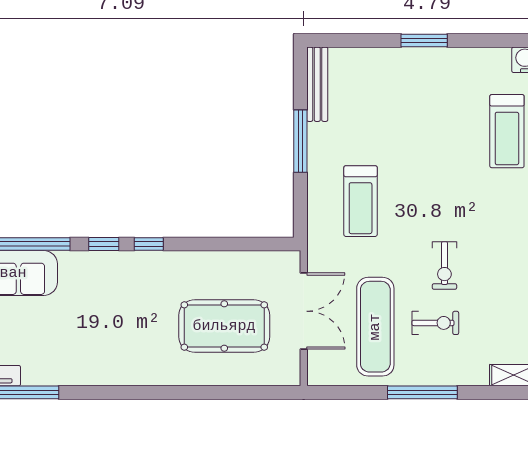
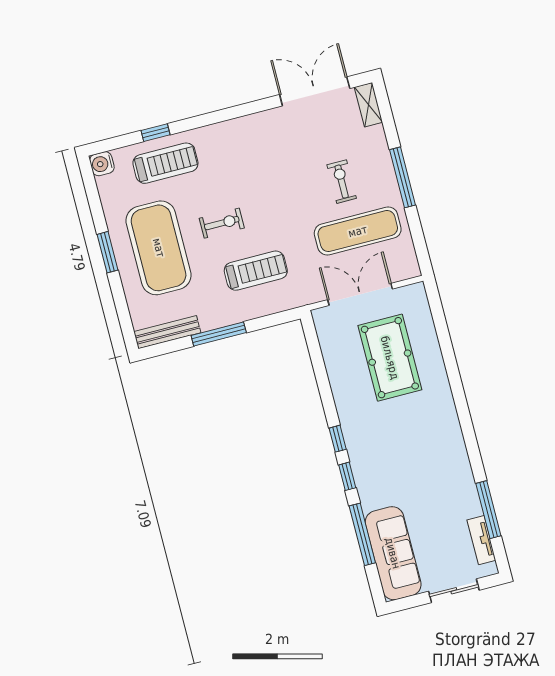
exercise mat: (414, 99) -> (159, 248), added
exercise bike: (444, 265) -> (222, 223), moved

